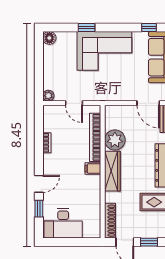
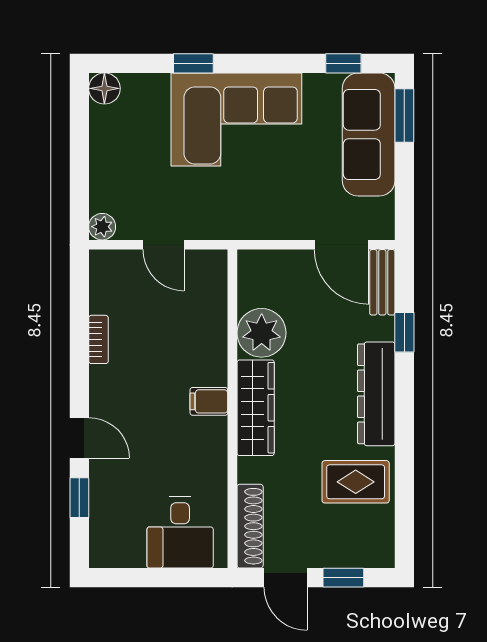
bookcase: (95, 137) -> (214, 327), removed
door: (39, 184) -> (79, 438), hinge flipped
desk: (63, 223) -> (180, 533), moved, width x0.73

